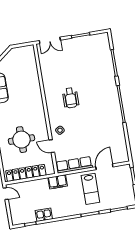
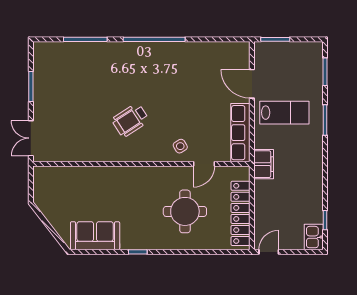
double door: (50, 40) -> (31, 138), swing flipped
wheelchair: (71, 98) -> (130, 120), turned 147
kitchen sink: (44, 215) -> (314, 237), moved

